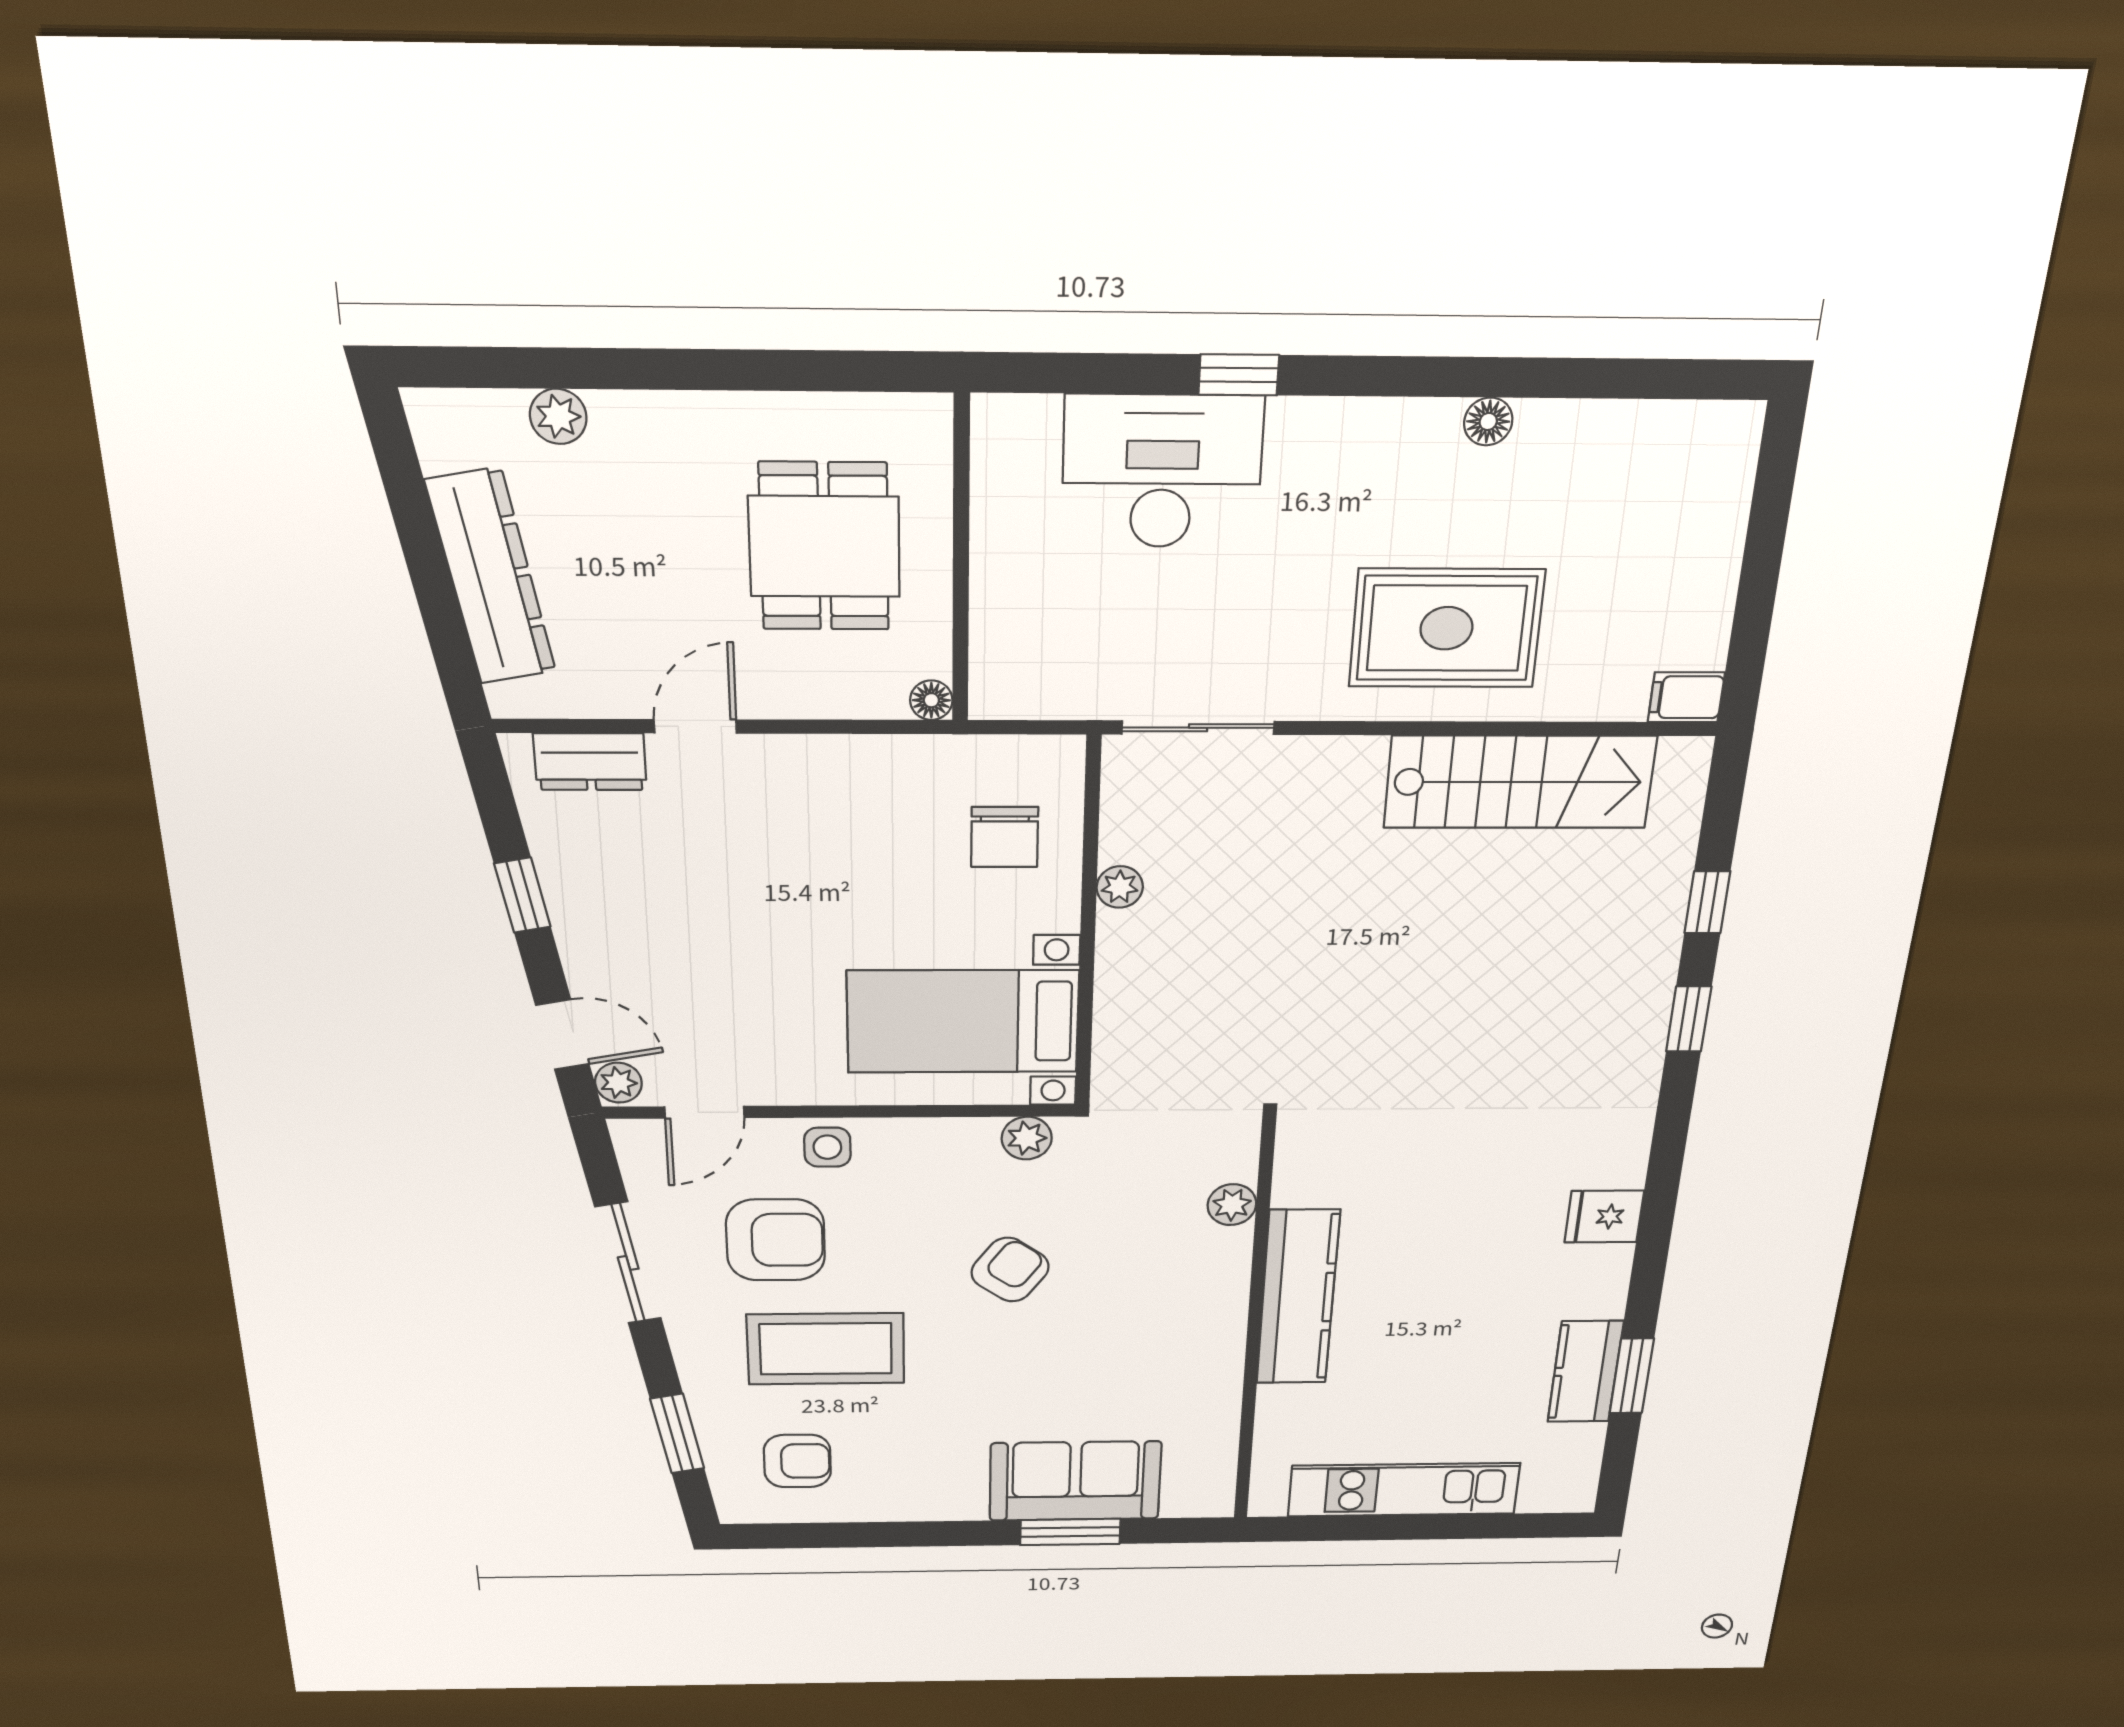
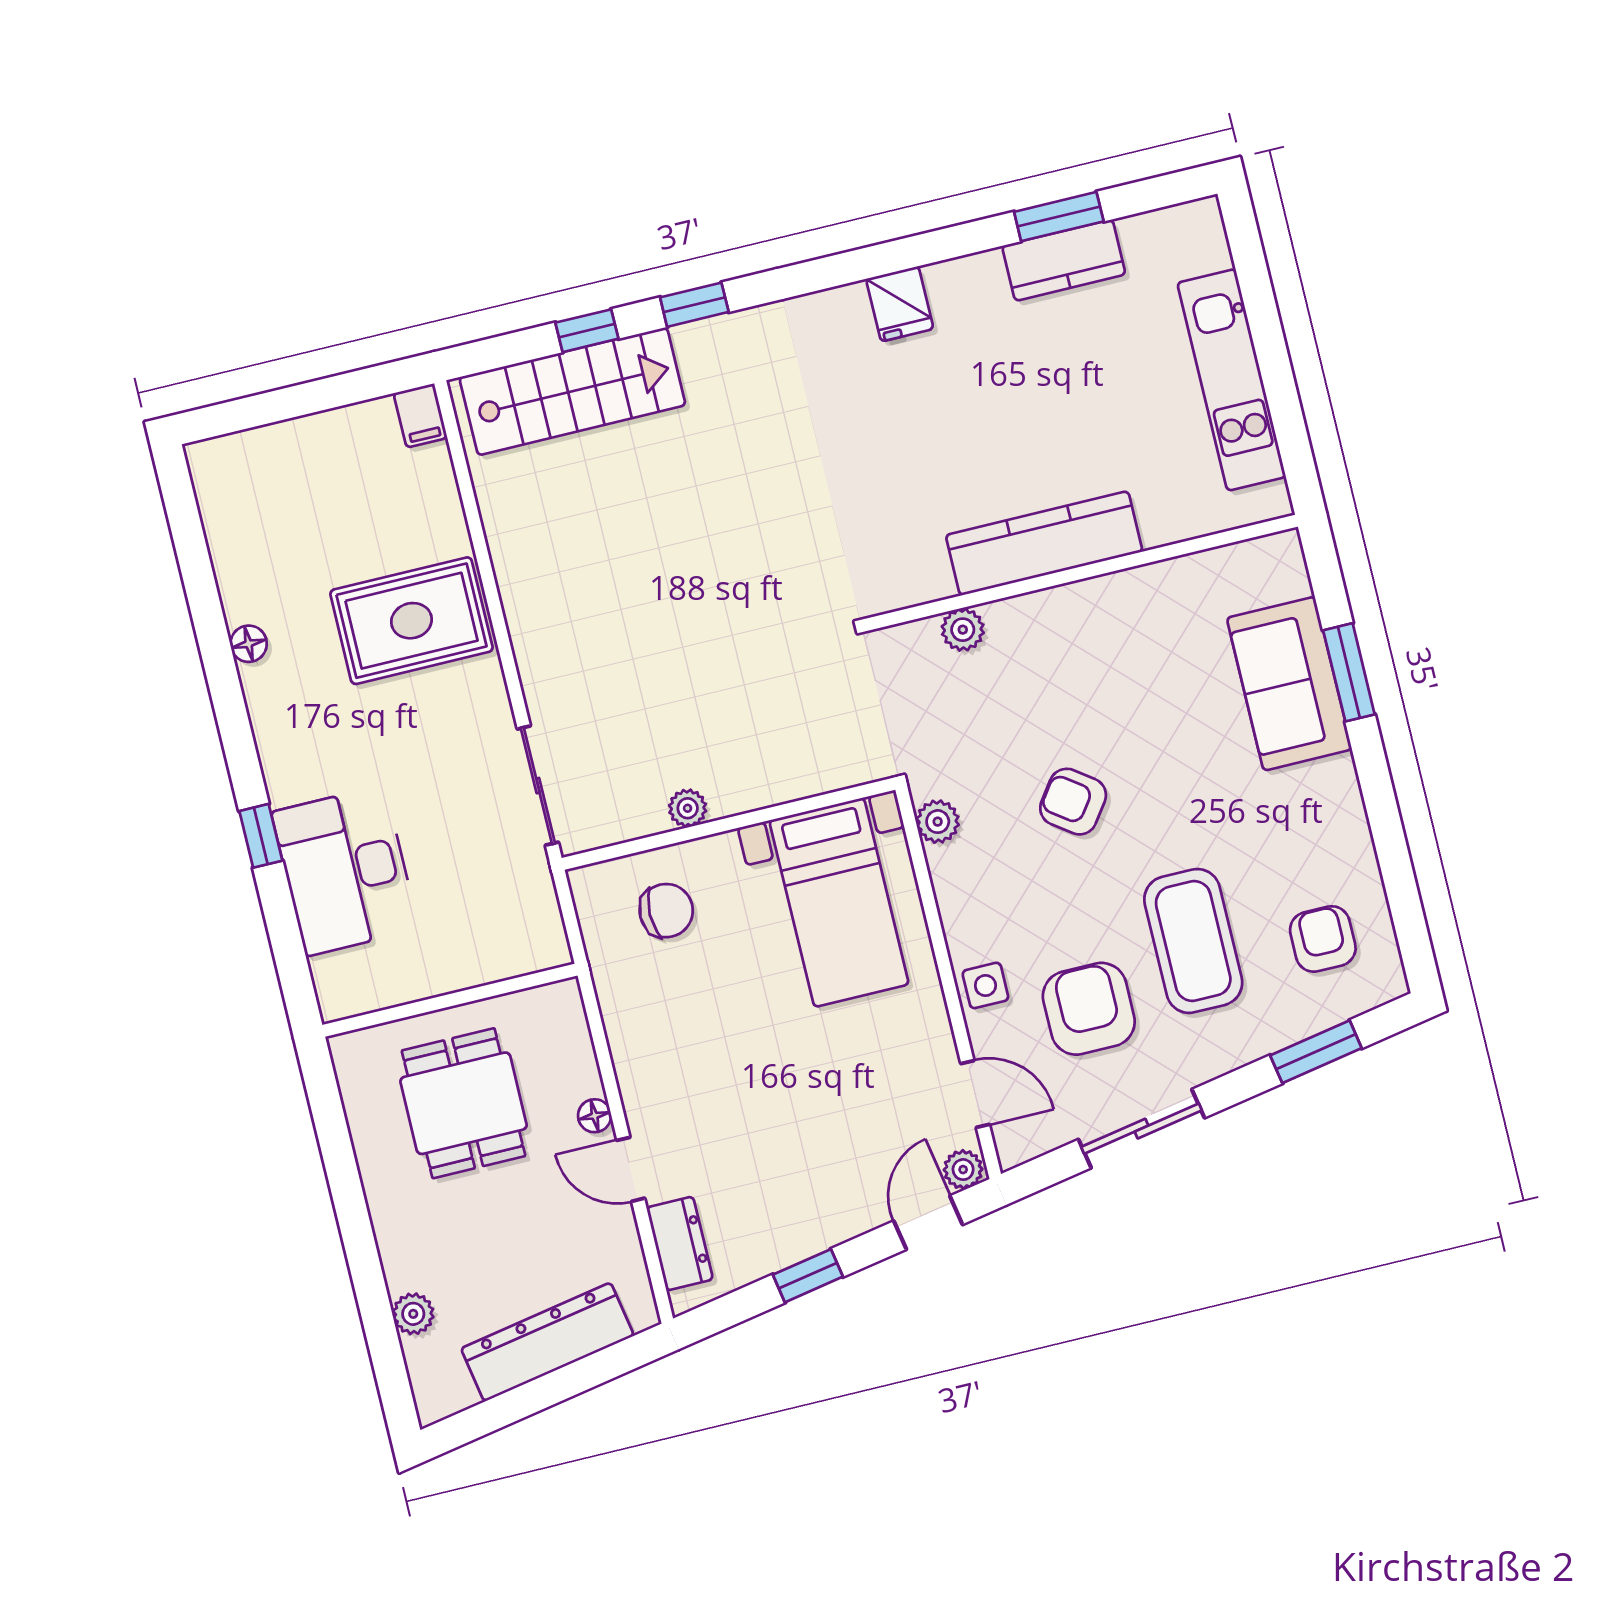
dining table: (824, 547) -> (464, 1103), turned 90
rug: (1446, 628) -> (411, 621), turned 90
floor lamp: (931, 700) -> (595, 1116), moved
stairs: (1520, 782) -> (572, 391), moved, turned 90

